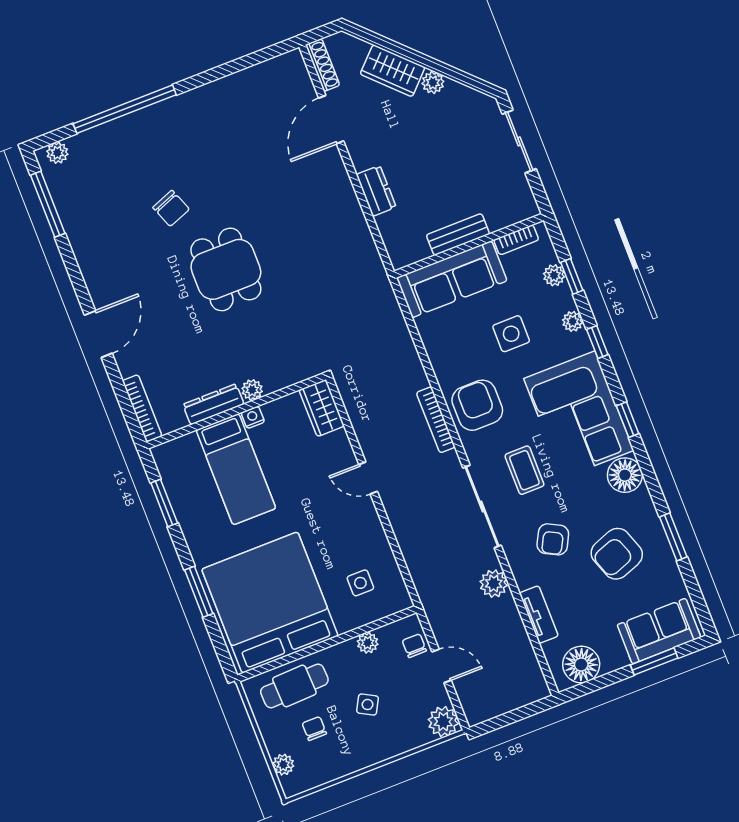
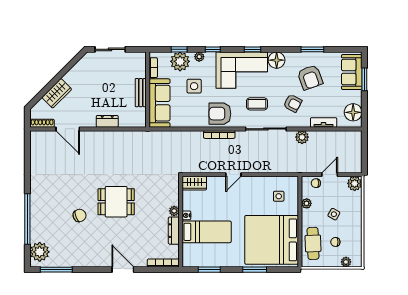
plant: (433, 83) -> (69, 77), removed
plant: (57, 153) -> (40, 252), width x1.88, depth x1.88
plant: (554, 275) -> (180, 61), width x1.88, depth x1.88

